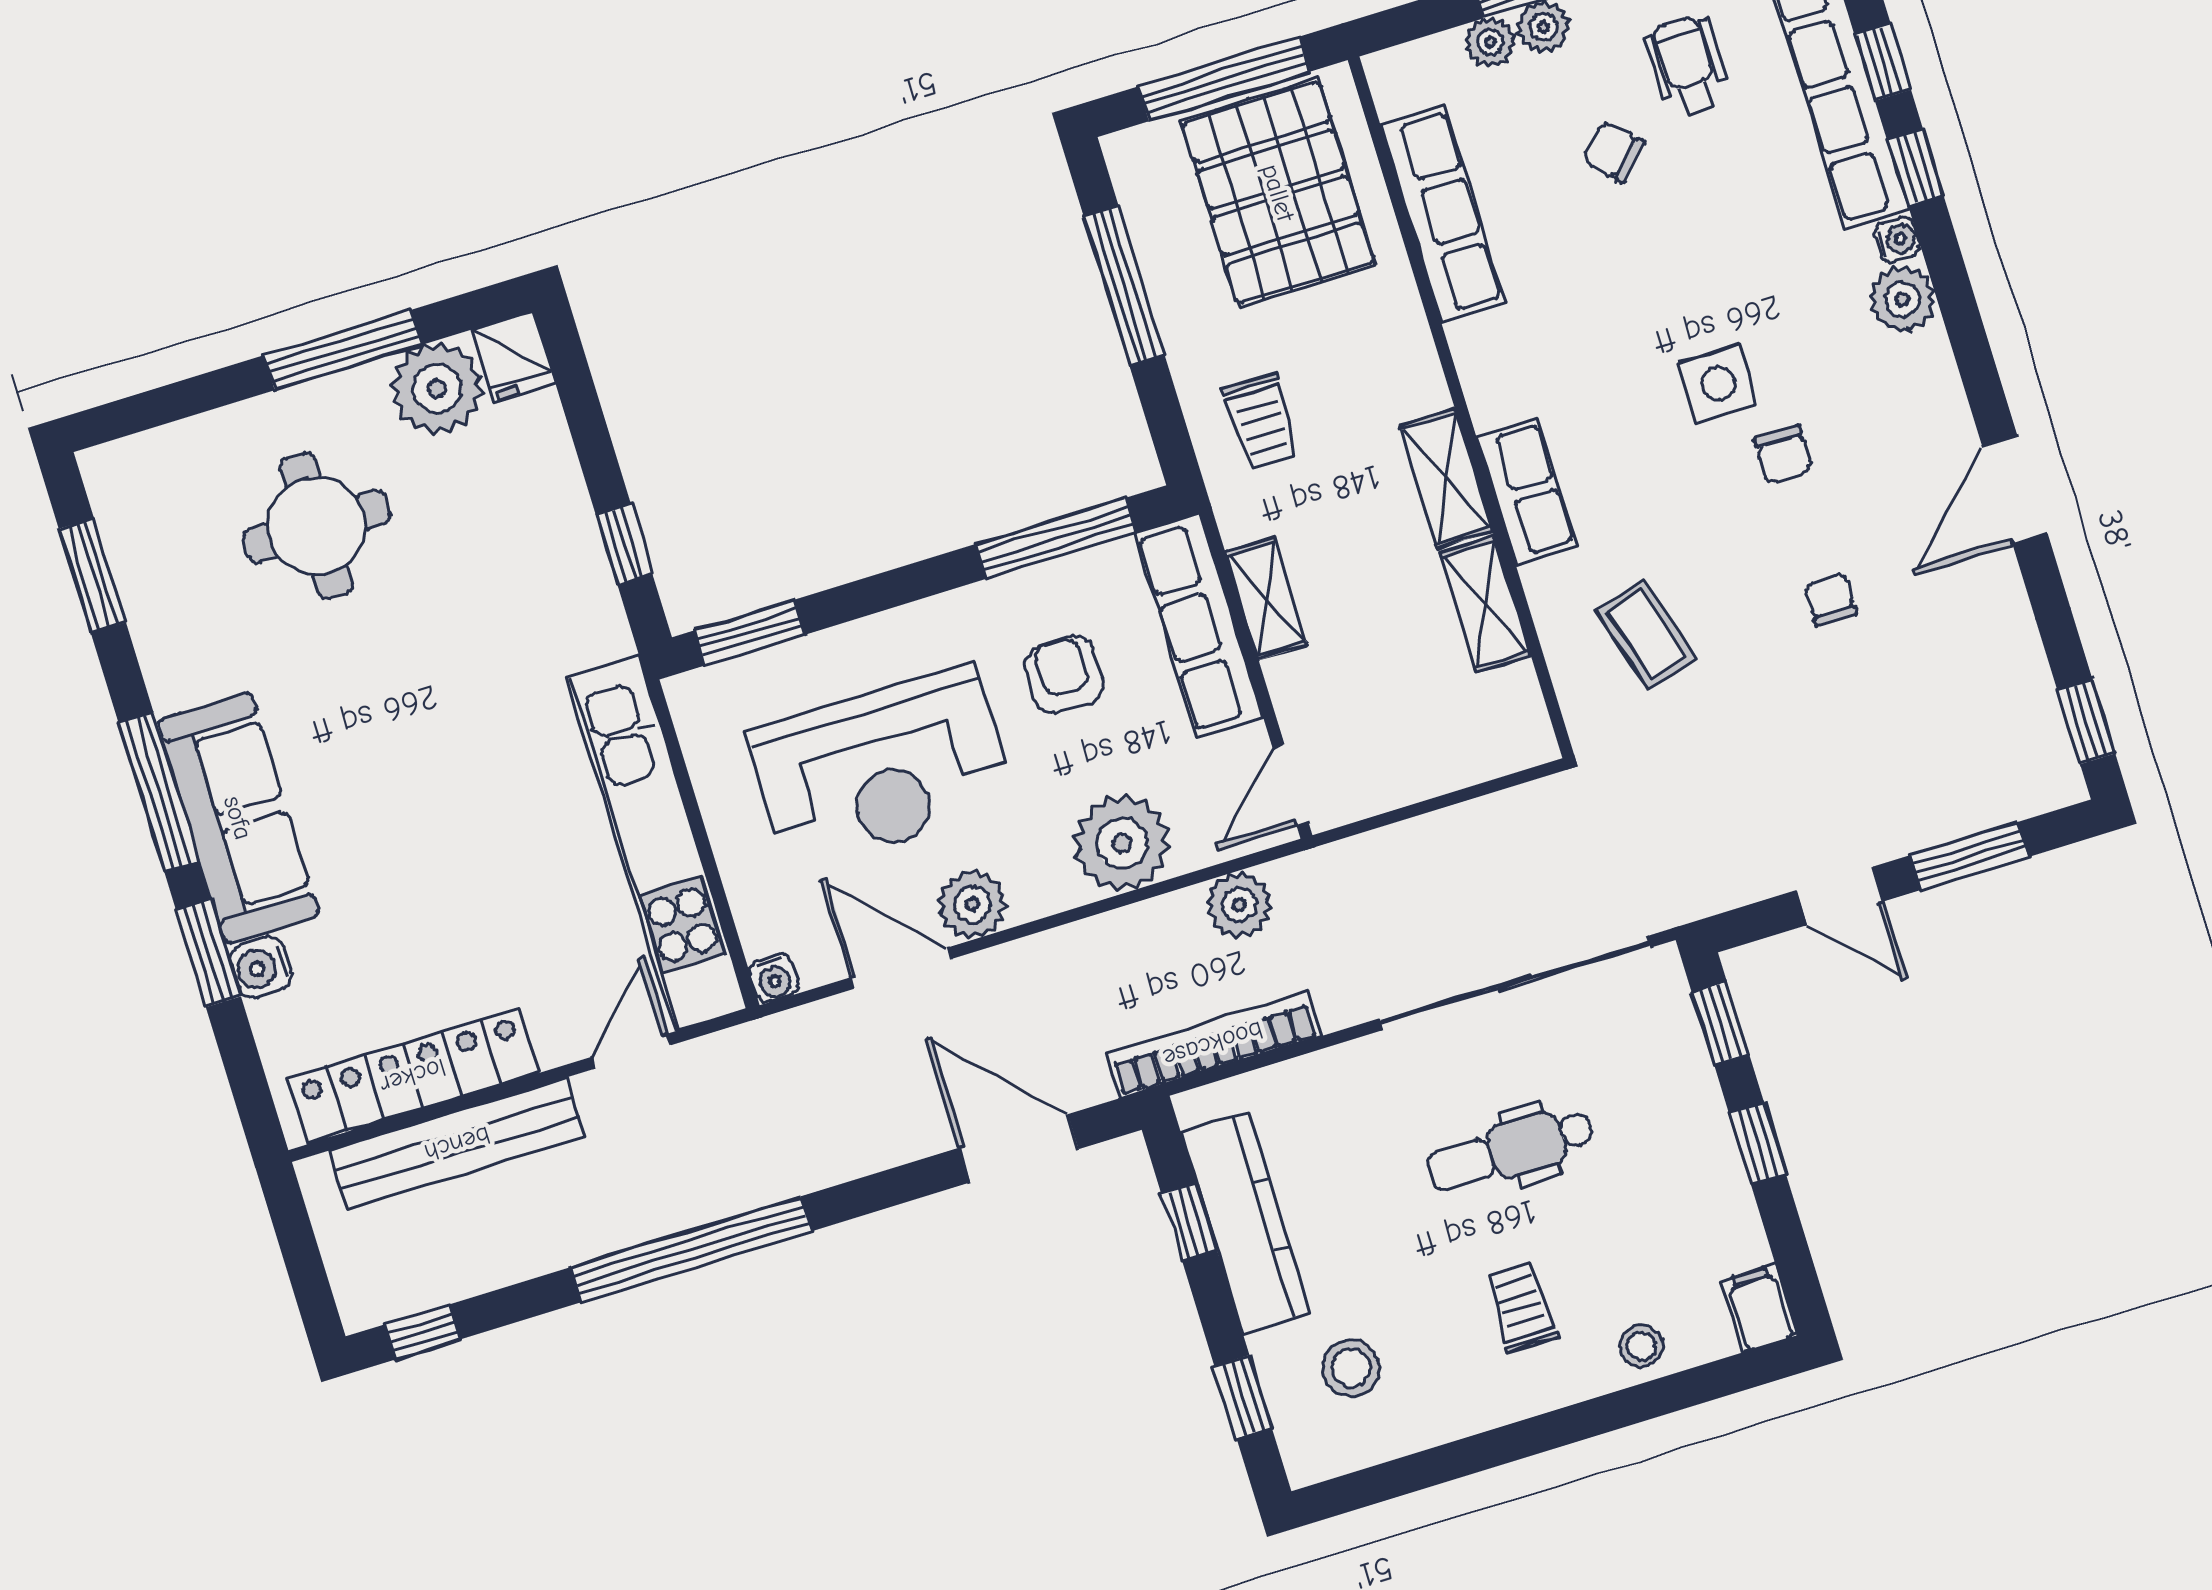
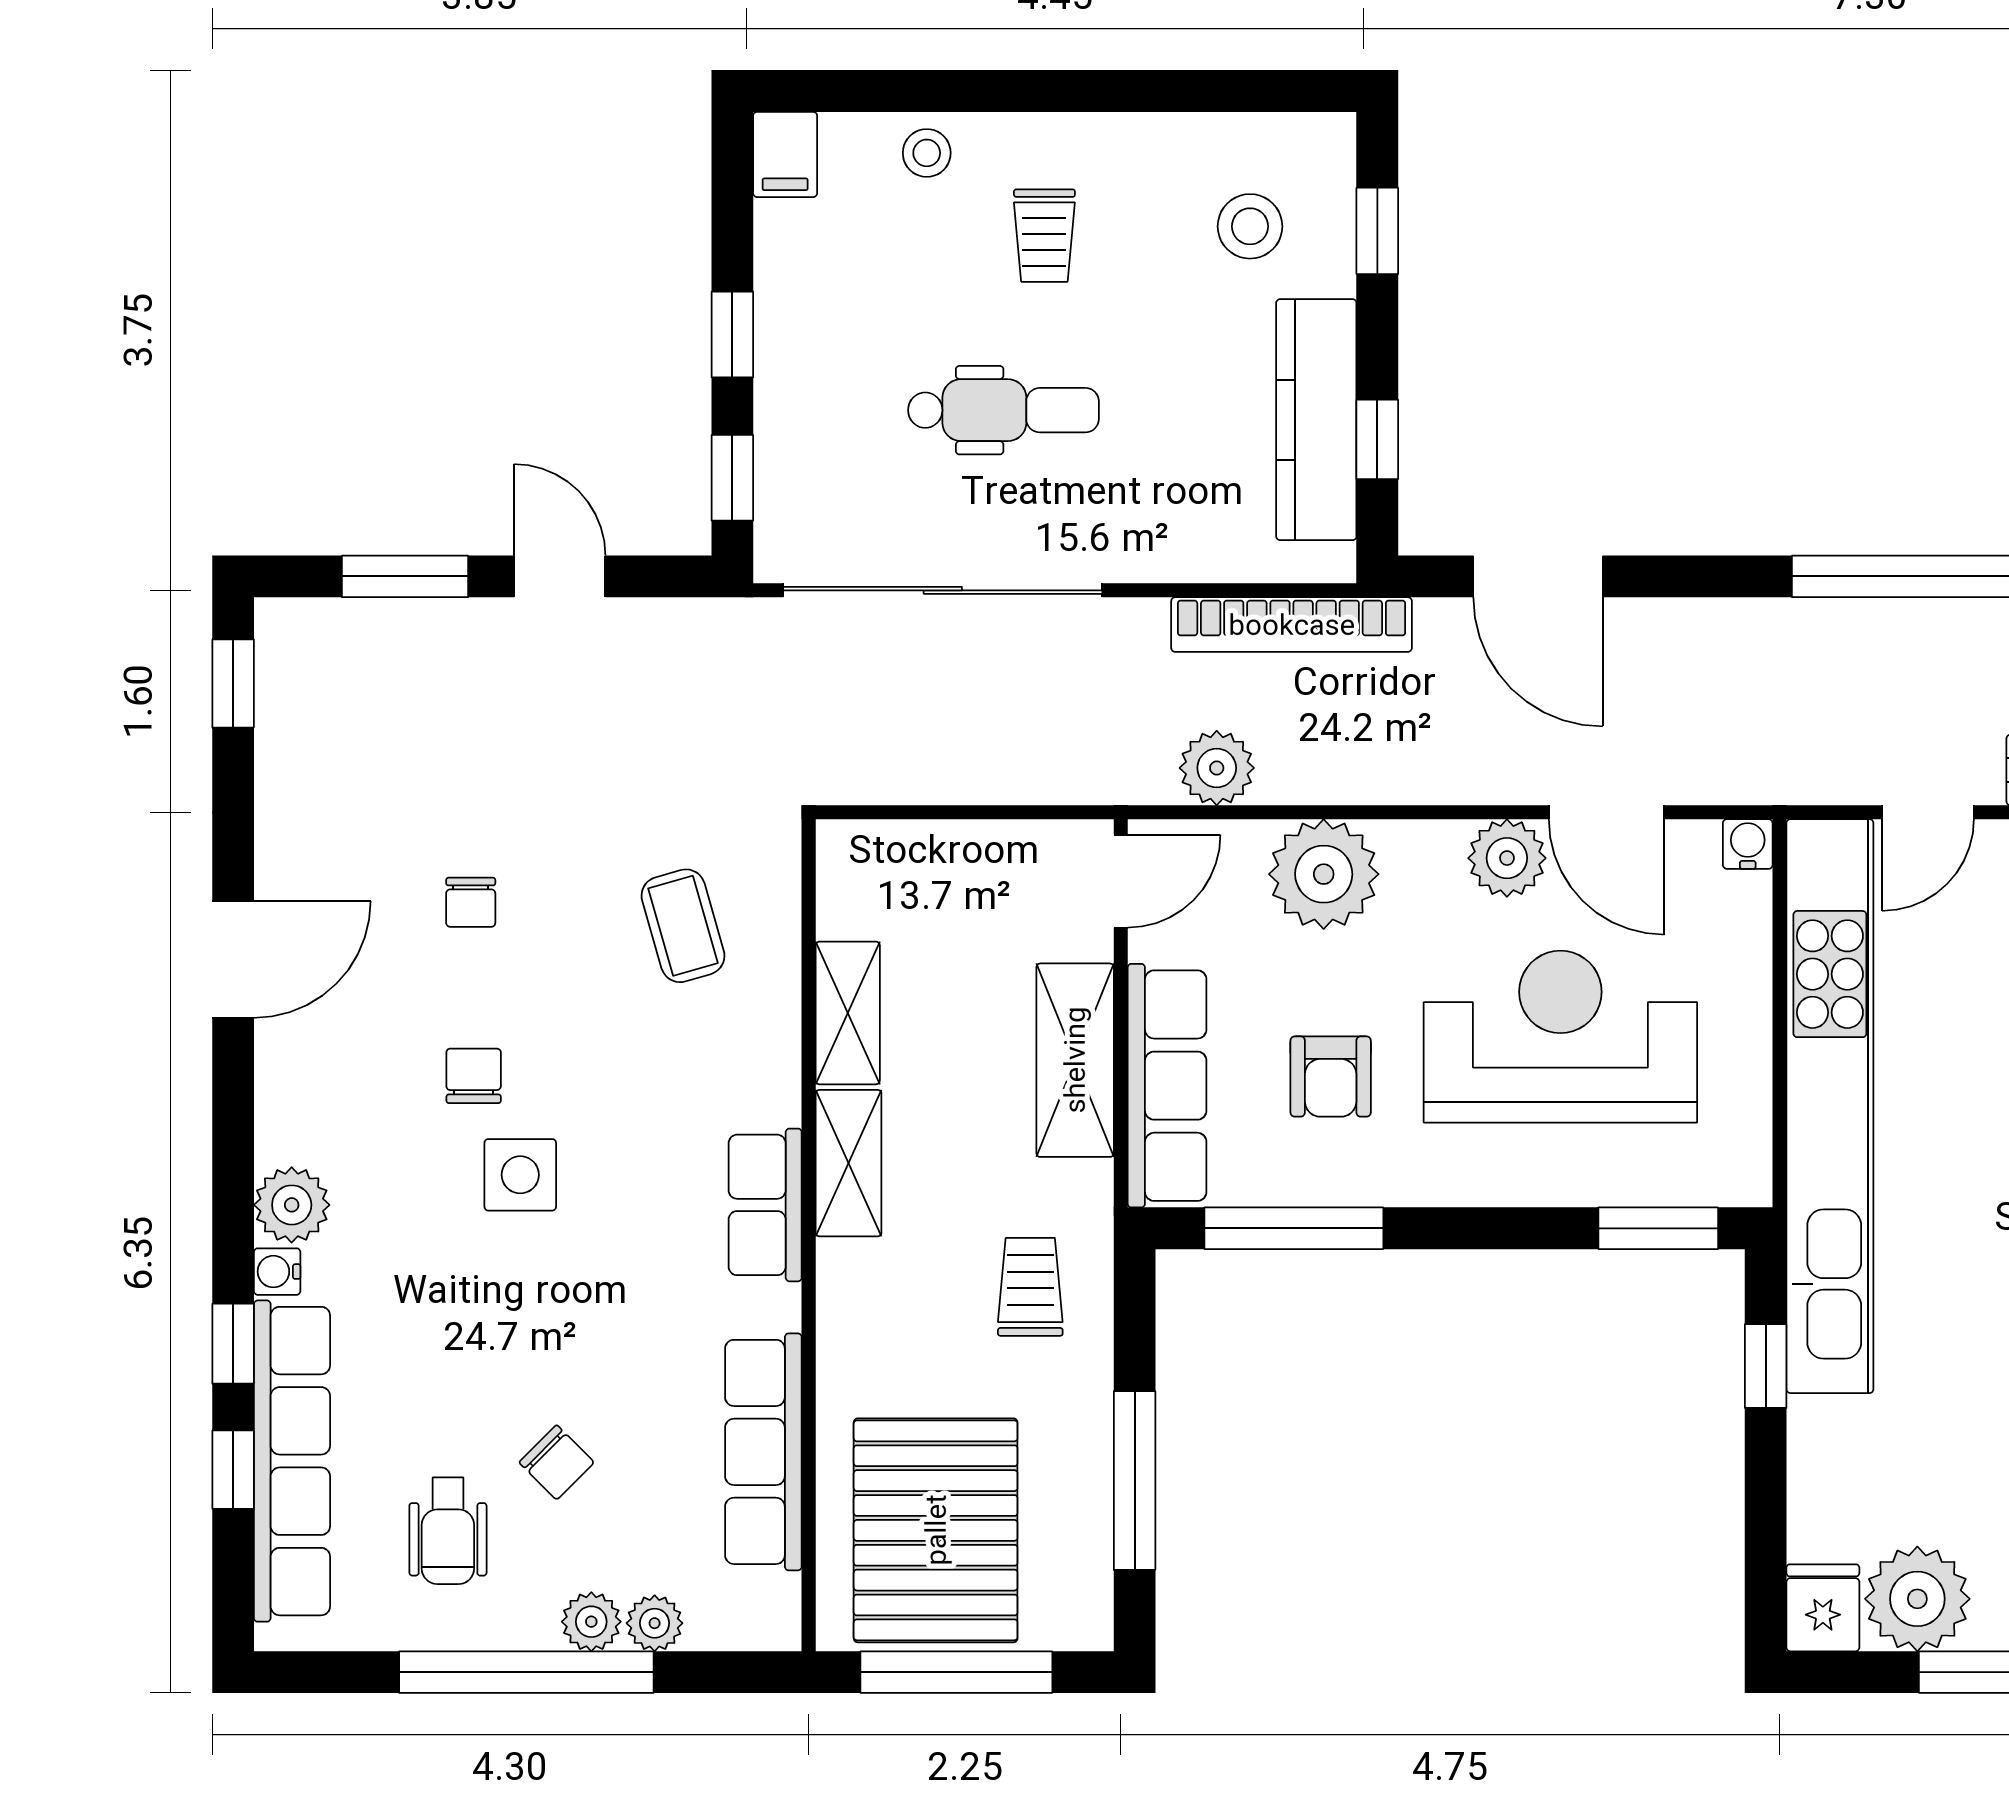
row of seats: (1527, 491) -> (765, 1205), moved
shelving: (1266, 598) -> (1075, 1060), width x1.50, depth x1.33
kitchen unit: (657, 843) -> (1830, 1106), width x1.36

